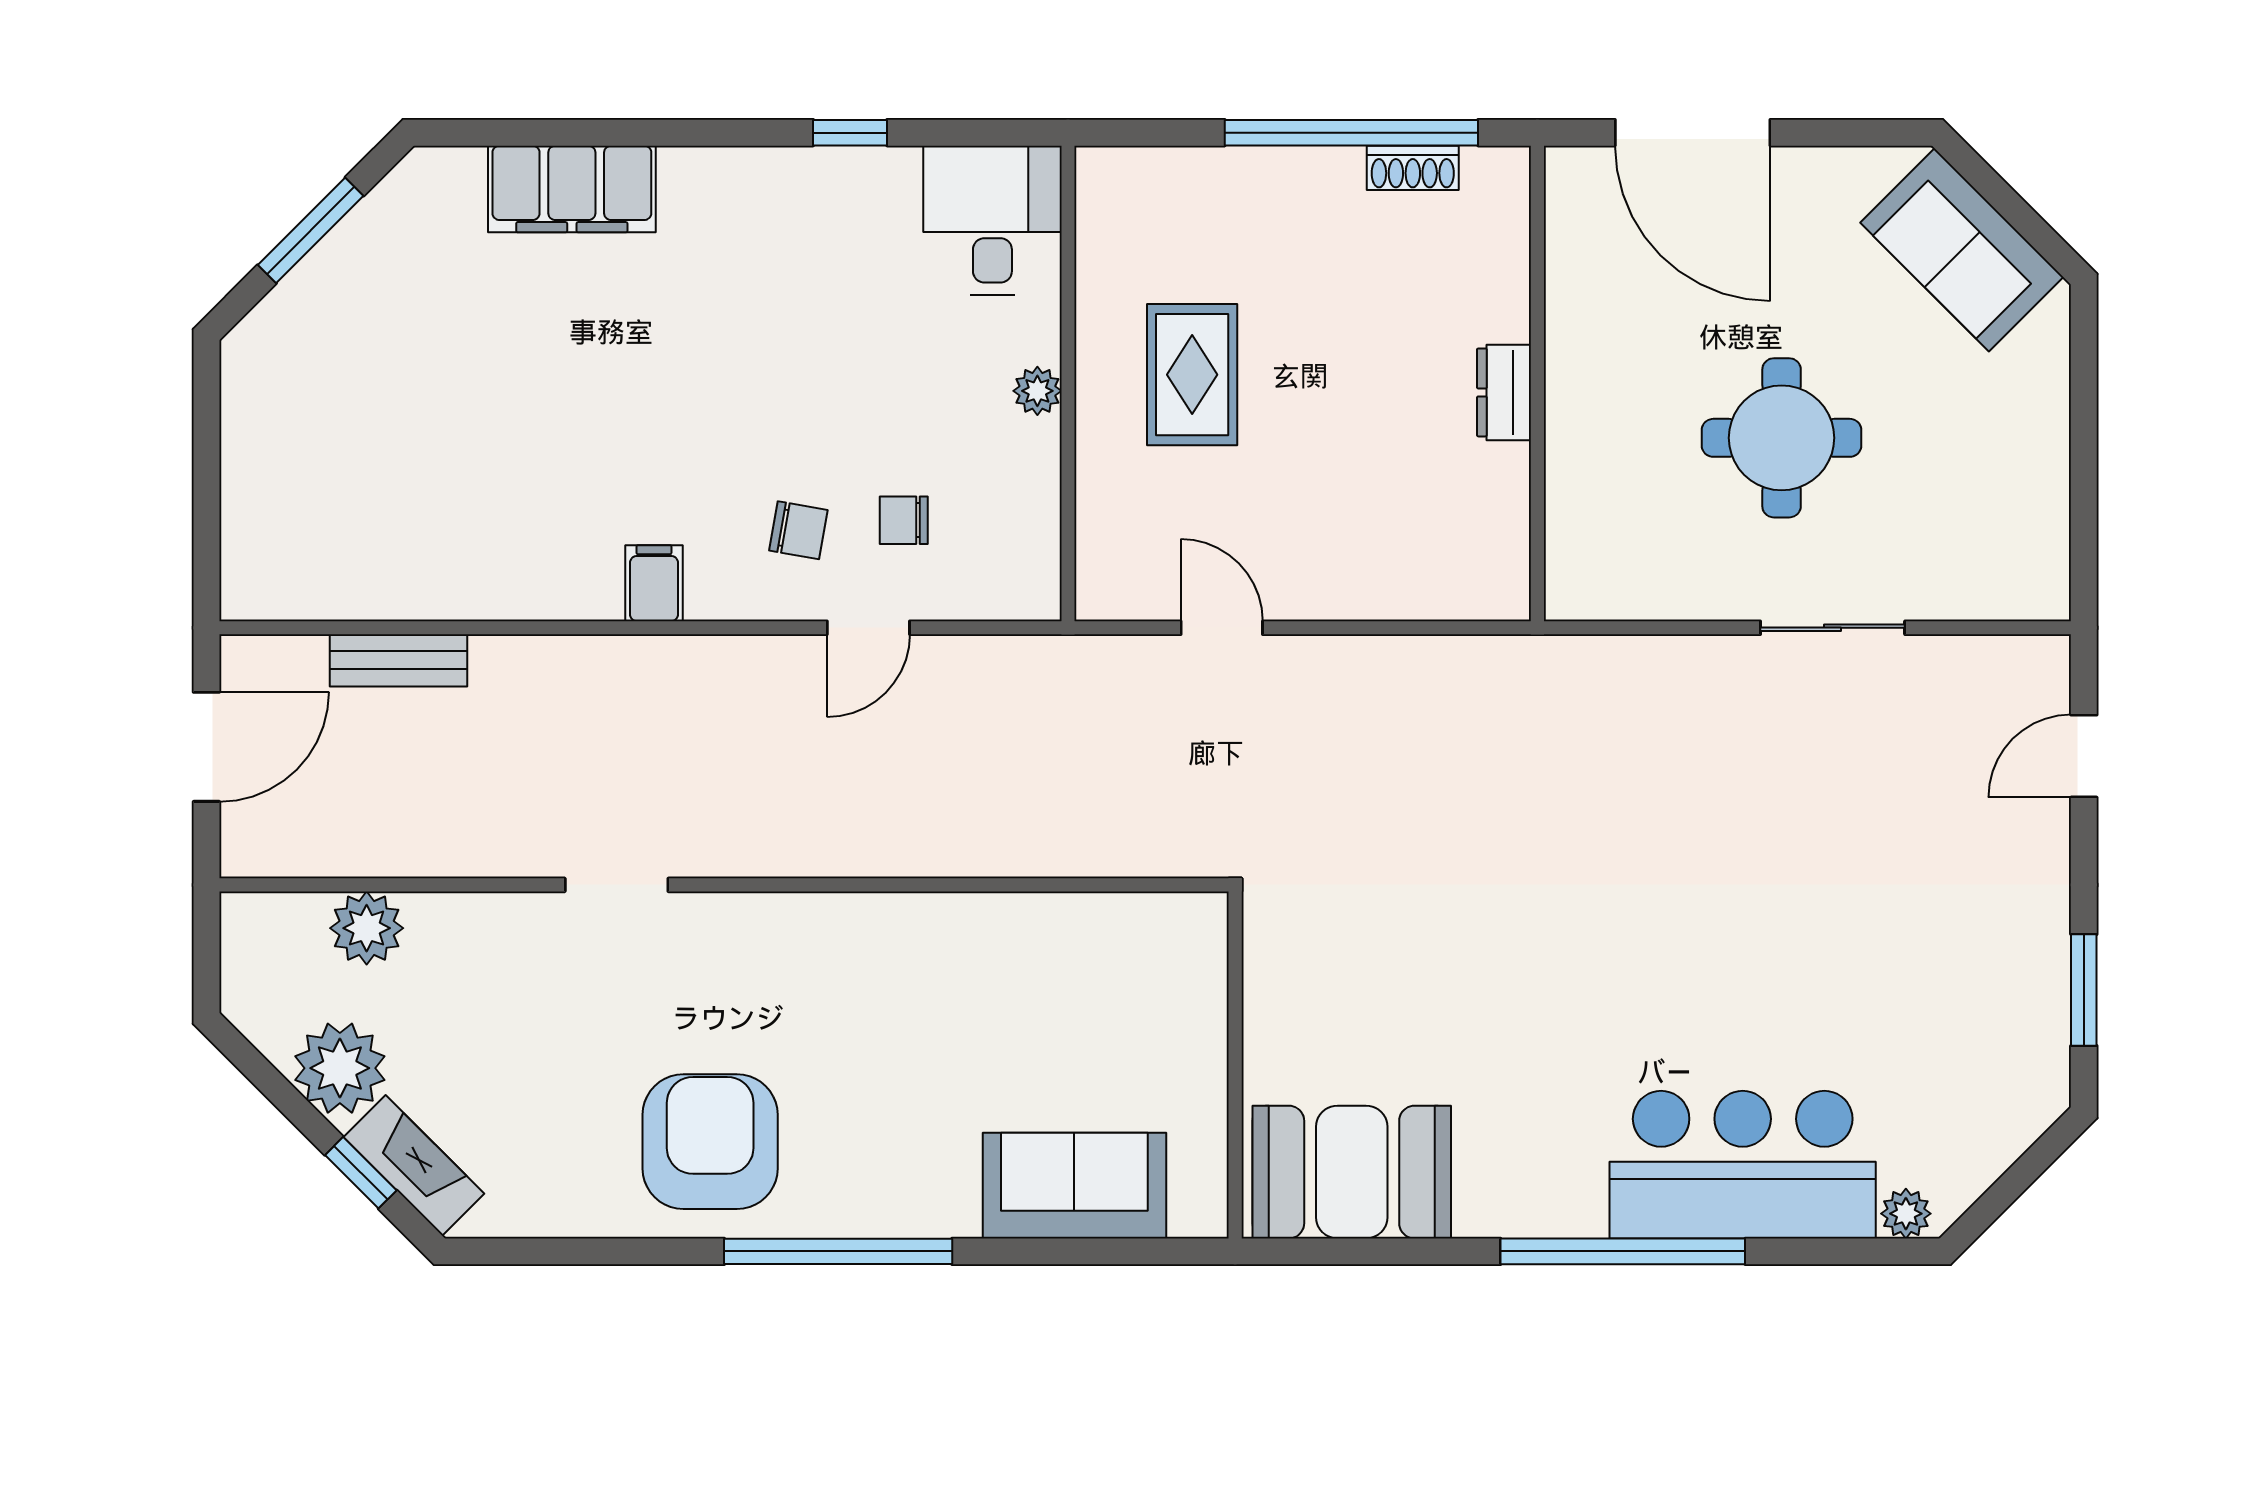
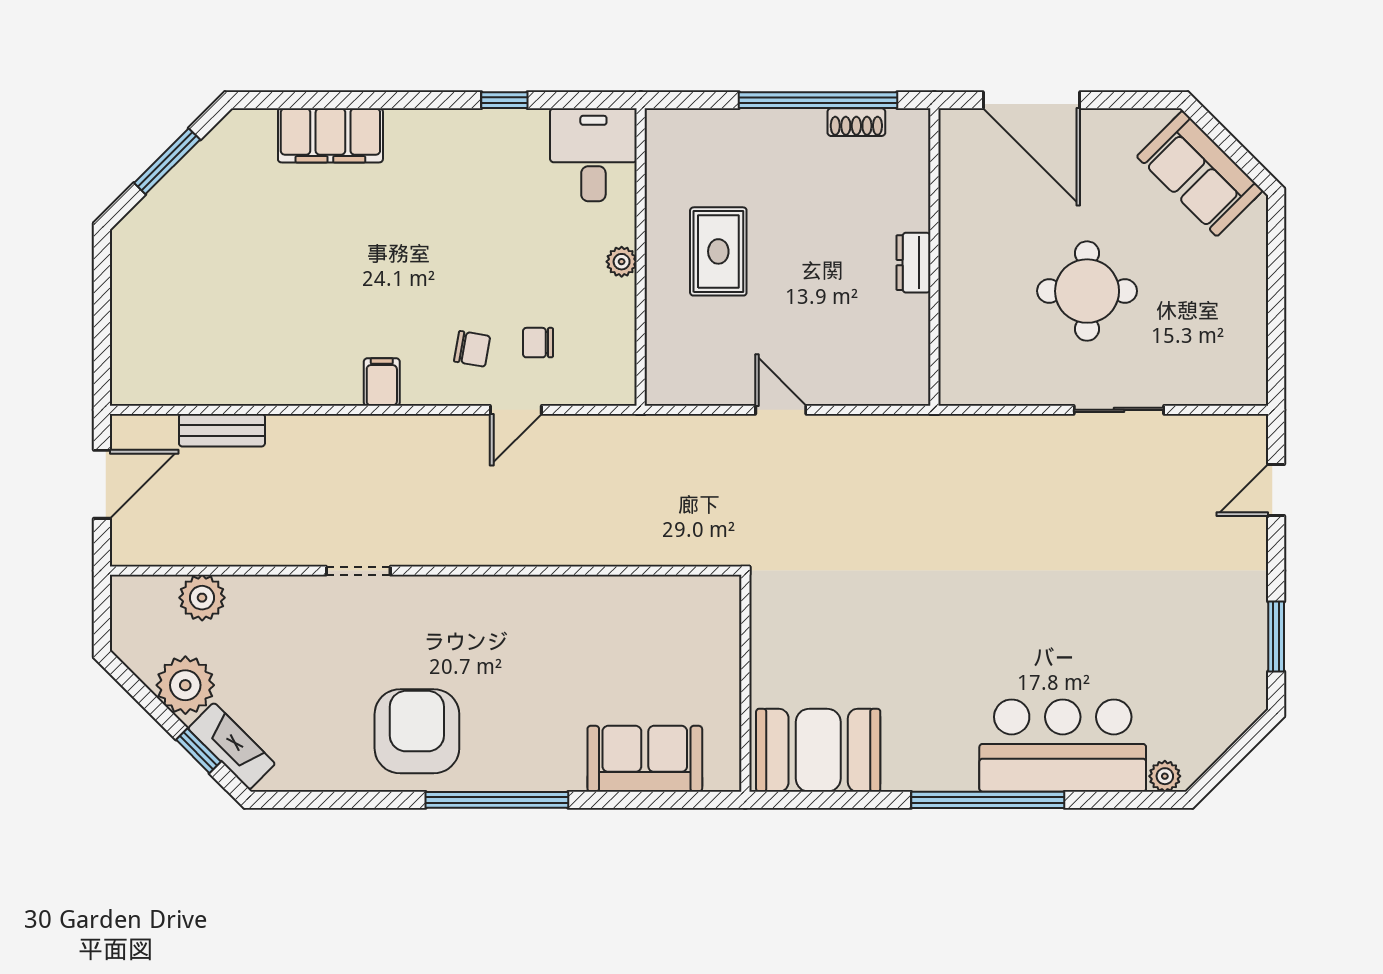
door: (1222, 628) -> (781, 410), moved

